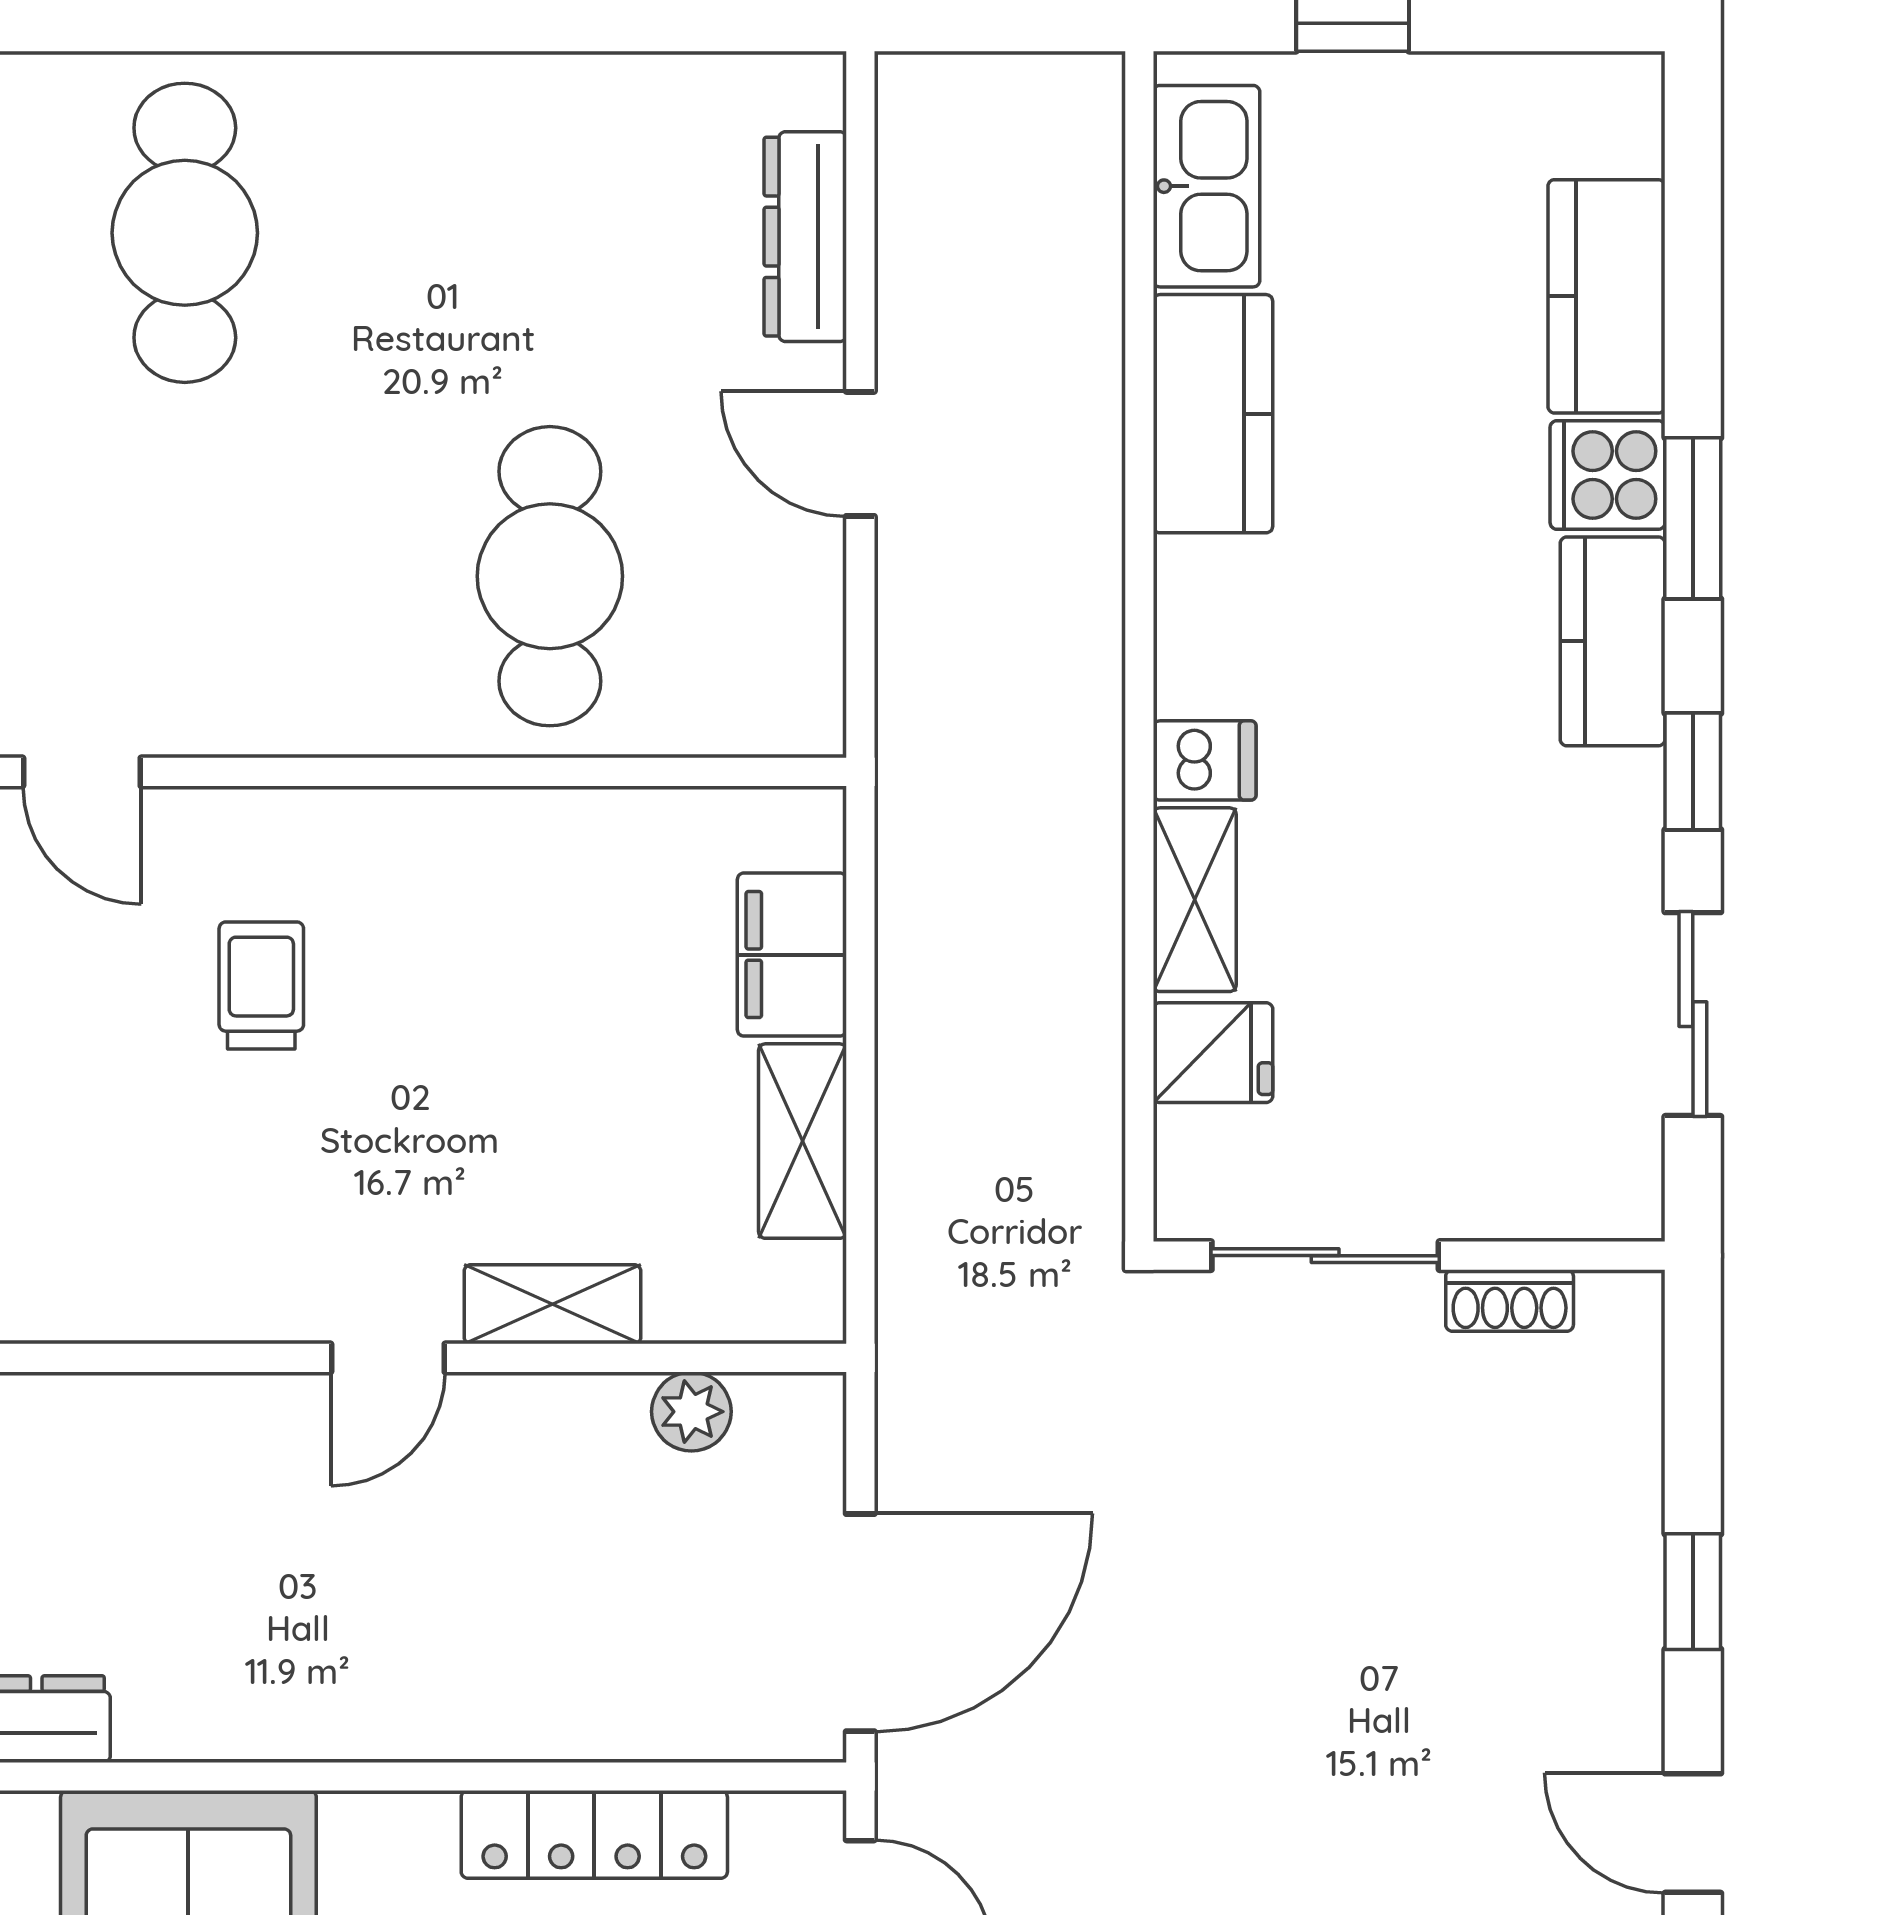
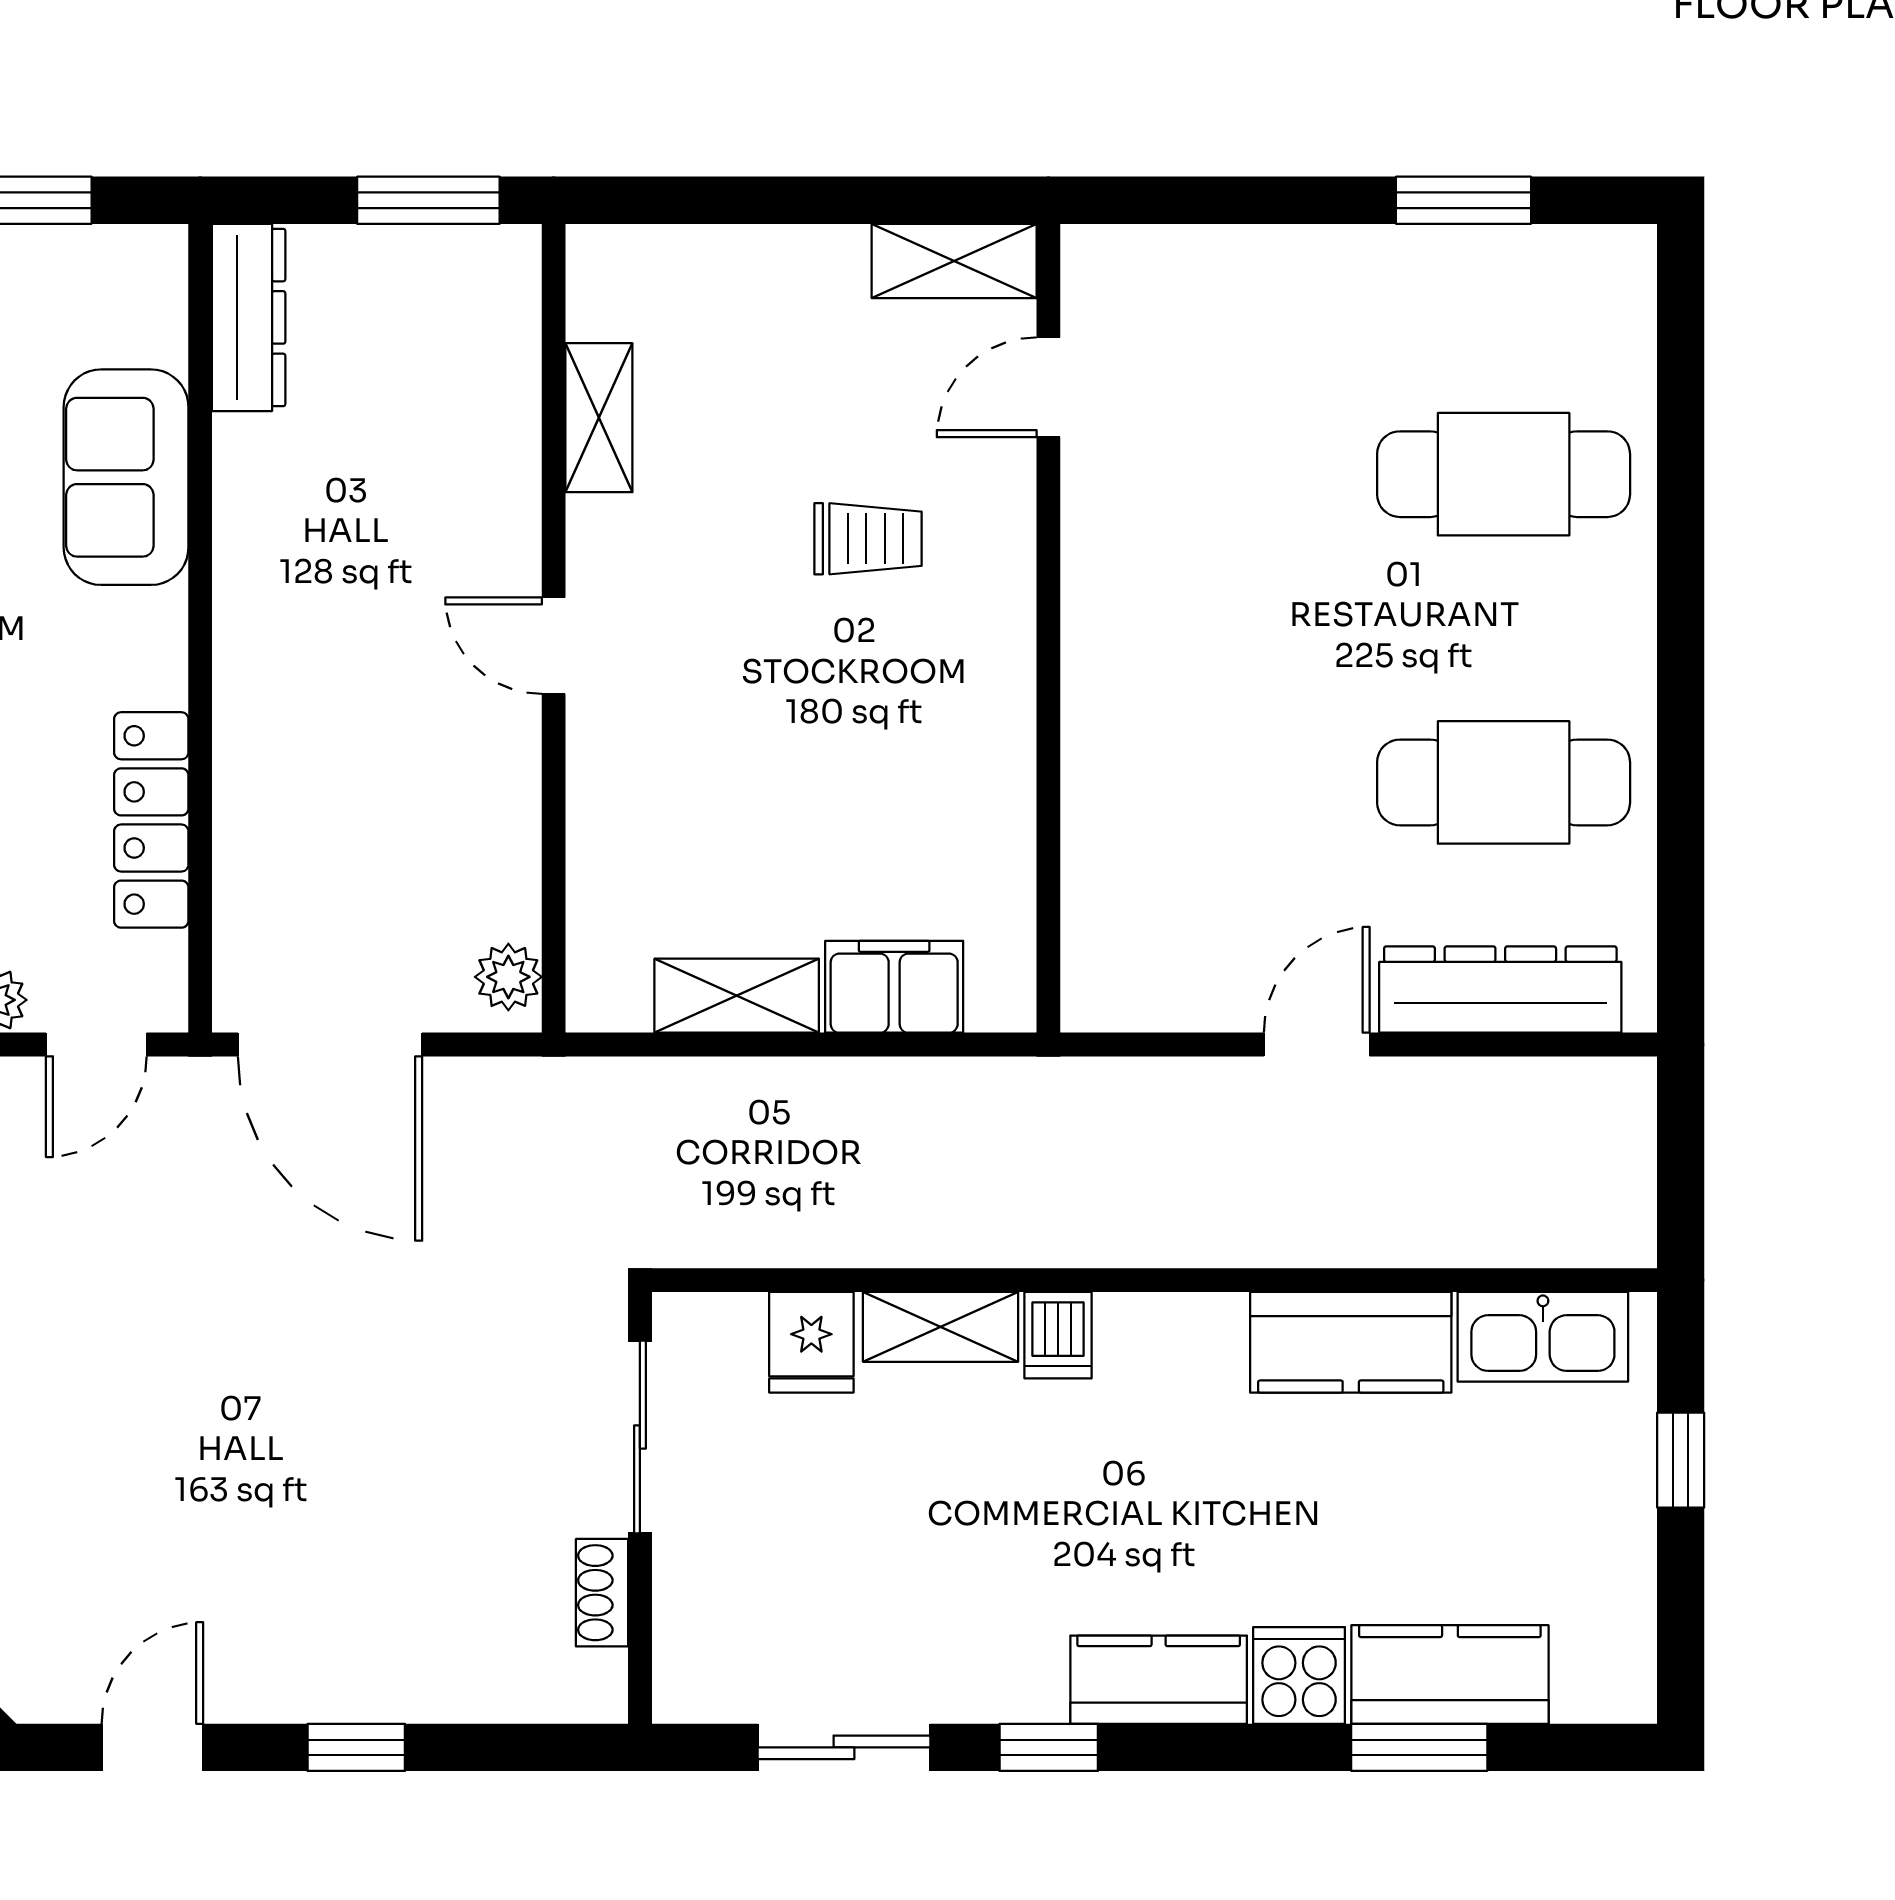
dresser: (805, 237) -> (1500, 990), width x1.37, depth x1.24
window: (1693, 518) -> (1419, 1747), moved
cafe table: (550, 576) -> (1504, 782), moved
shelving: (552, 1304) -> (599, 418), moved
plant: (691, 1412) -> (508, 977), moved

